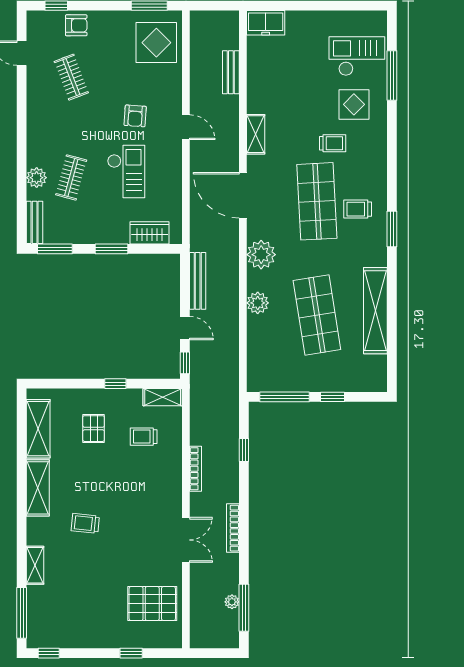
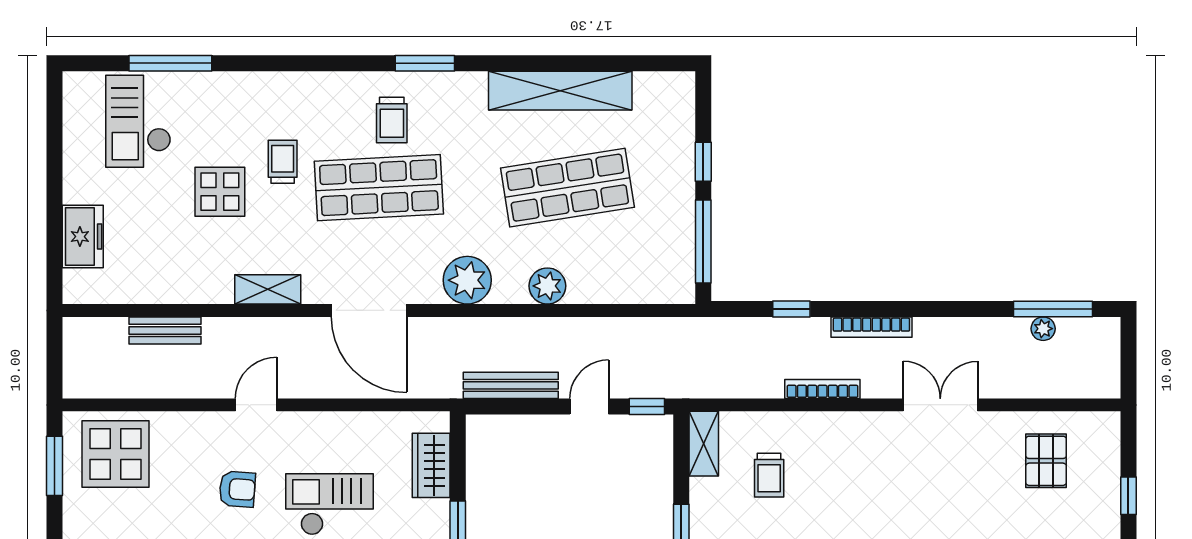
freezer: (266, 23) -> (83, 237), moved
display table: (354, 104) -> (220, 192), moved
door: (243, 195) -> (369, 310), hinge flipped
bookcase: (233, 528) -> (871, 327), moved
pallet: (152, 604) -> (1046, 461), width x0.67, depth x0.71

